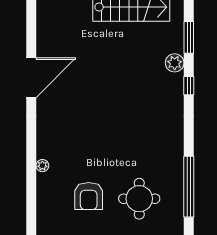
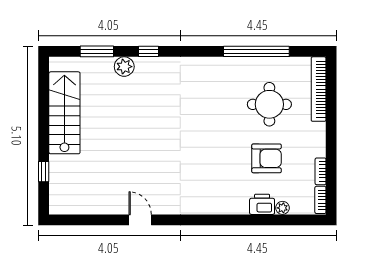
door: (31, 78) -> (140, 220), width x0.53
plant: (42, 166) -> (282, 208), moved
printer: (46, 192) -> (262, 204), added

